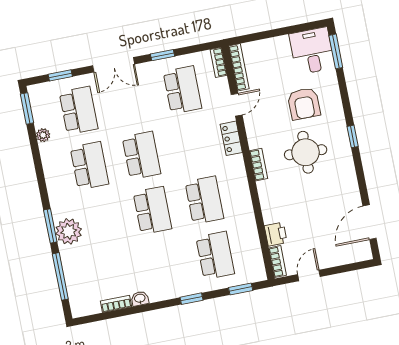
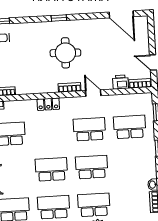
armchair: (304, 104) -> (31, 49), removed
door: (237, 105) -> (93, 93), moved
school desk: (100, 221) -> (94, 205), added

